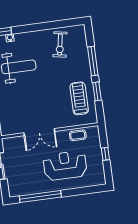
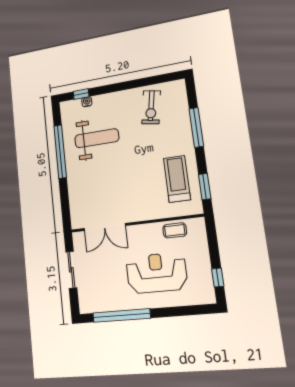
window: (97, 91) -> (205, 186), moved
double door: (39, 132) -> (105, 227), moved
window: (105, 154) -> (218, 278), moved

